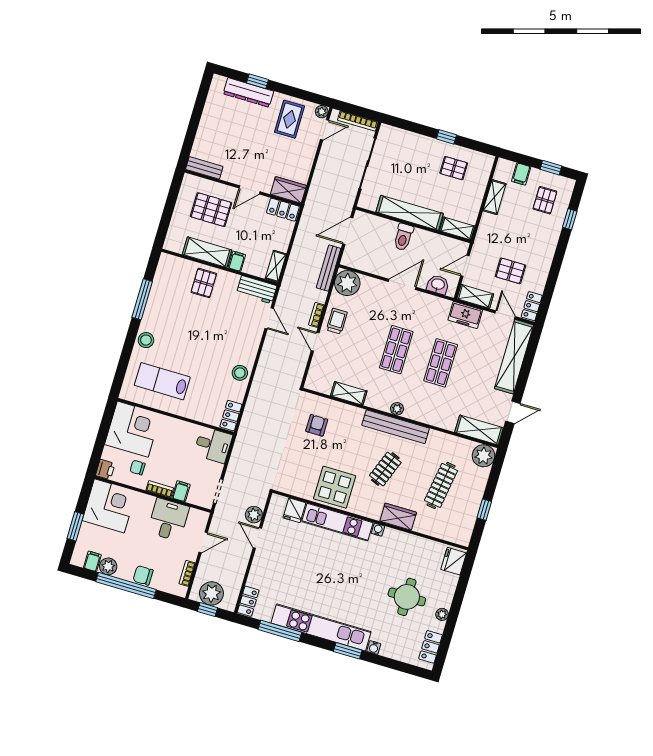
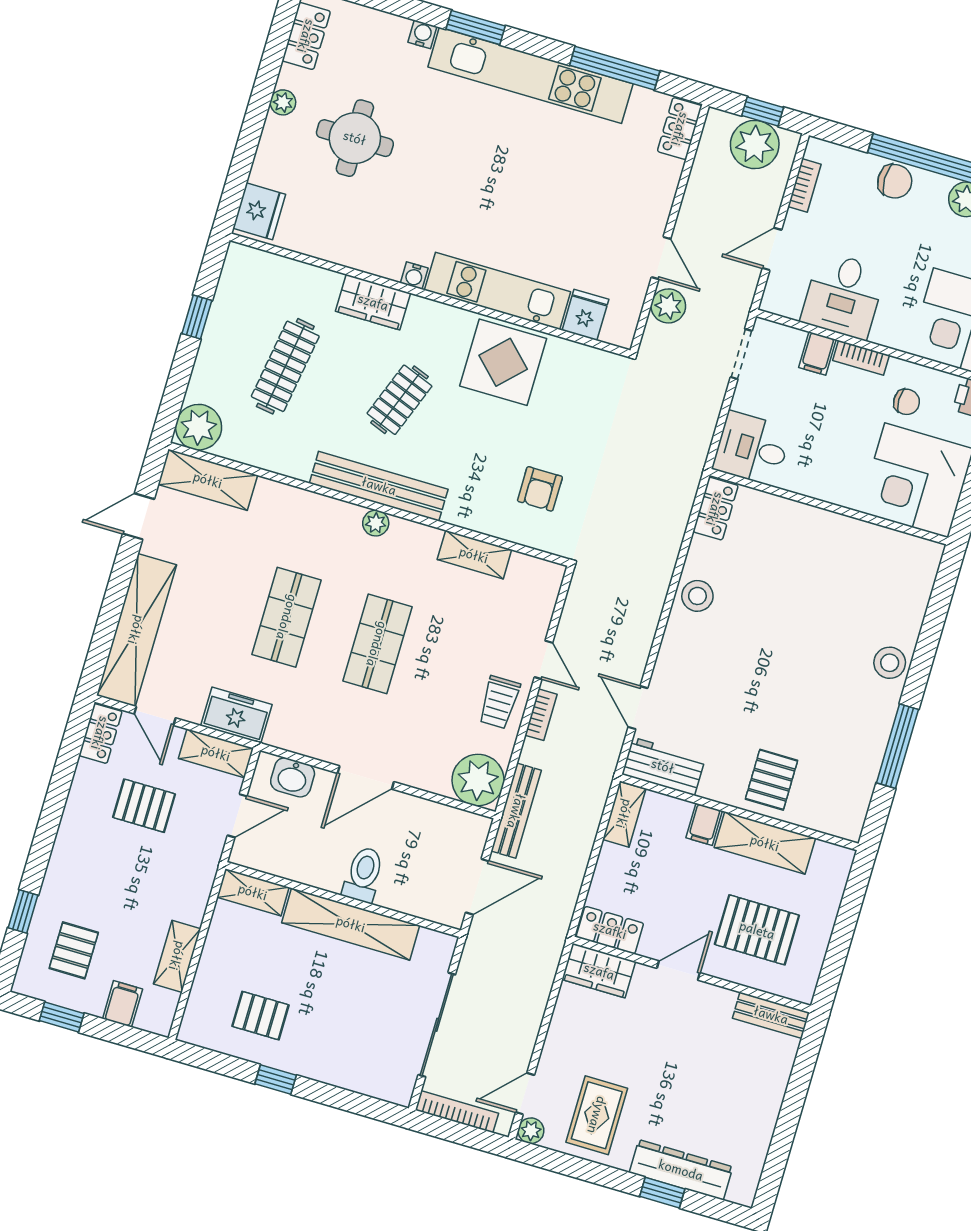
lab bench: (162, 381) -> (856, 579), removed

